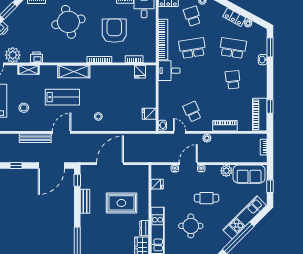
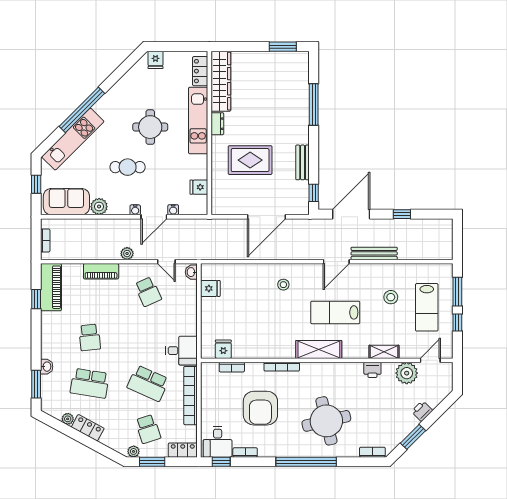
school desk: (192, 48) -> (148, 383), turned 33

